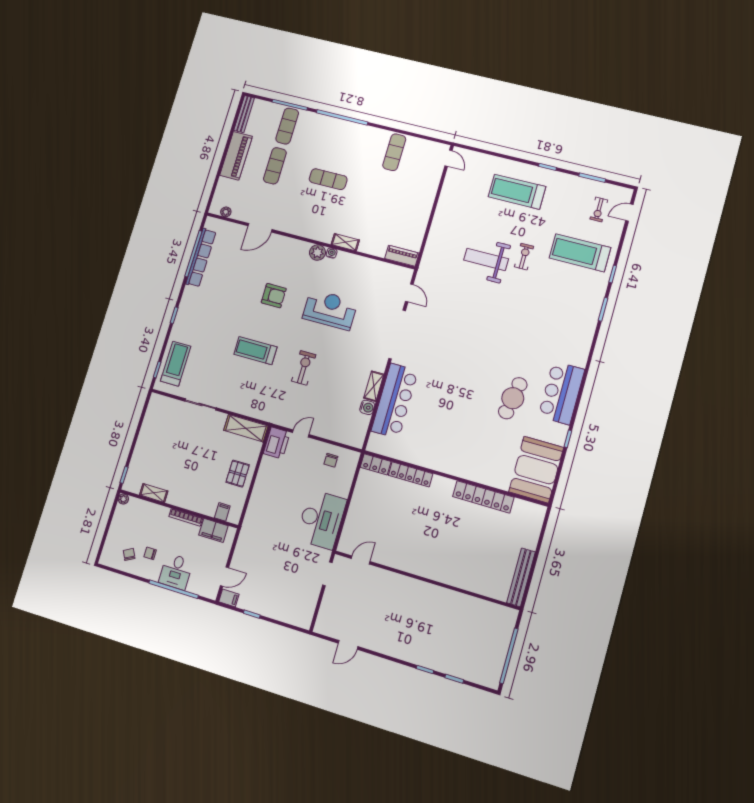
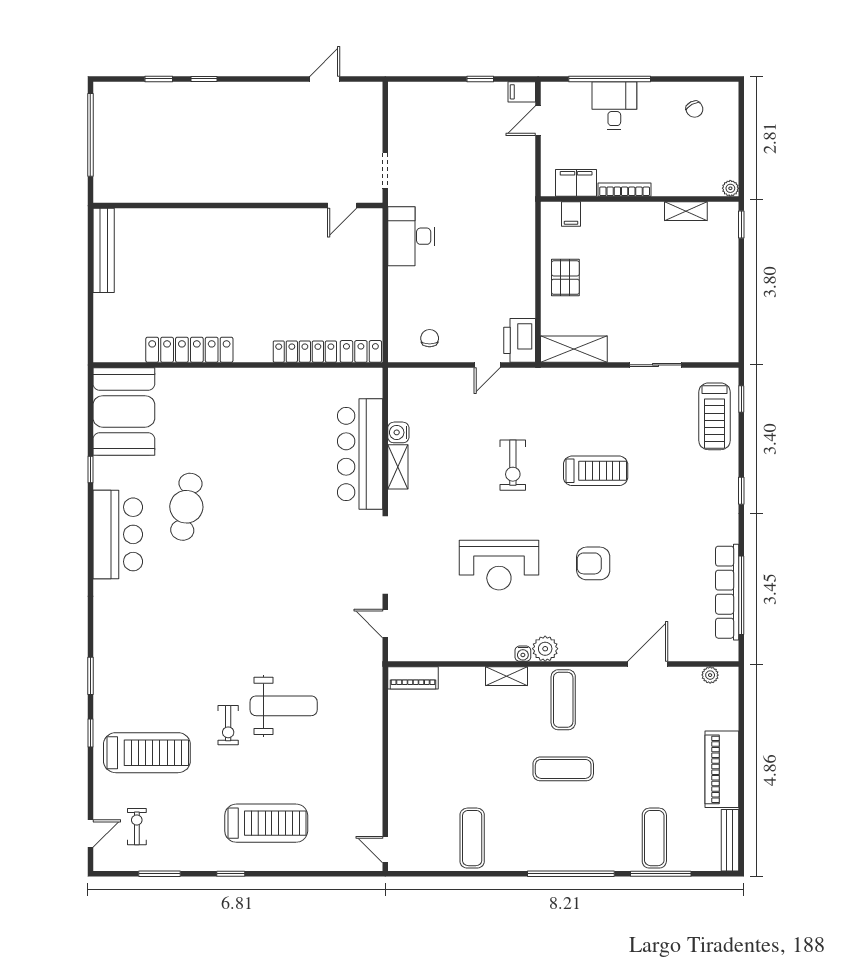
exercise mat: (275, 166) -> (563, 700), moved
desk: (321, 519) -> (411, 236), width x0.73, depth x0.77
chair: (150, 553) -> (663, 120), removed

